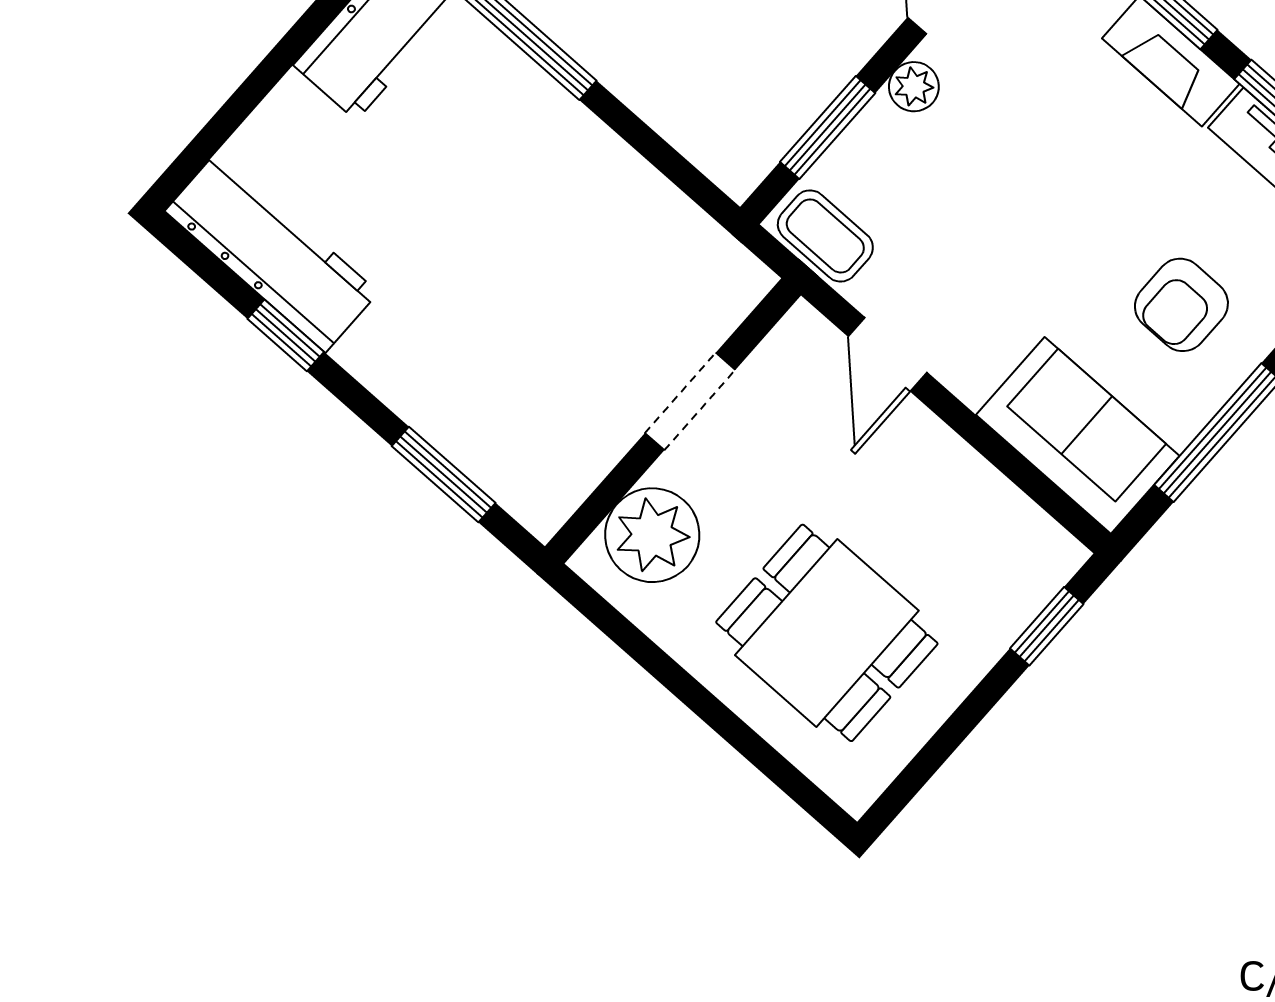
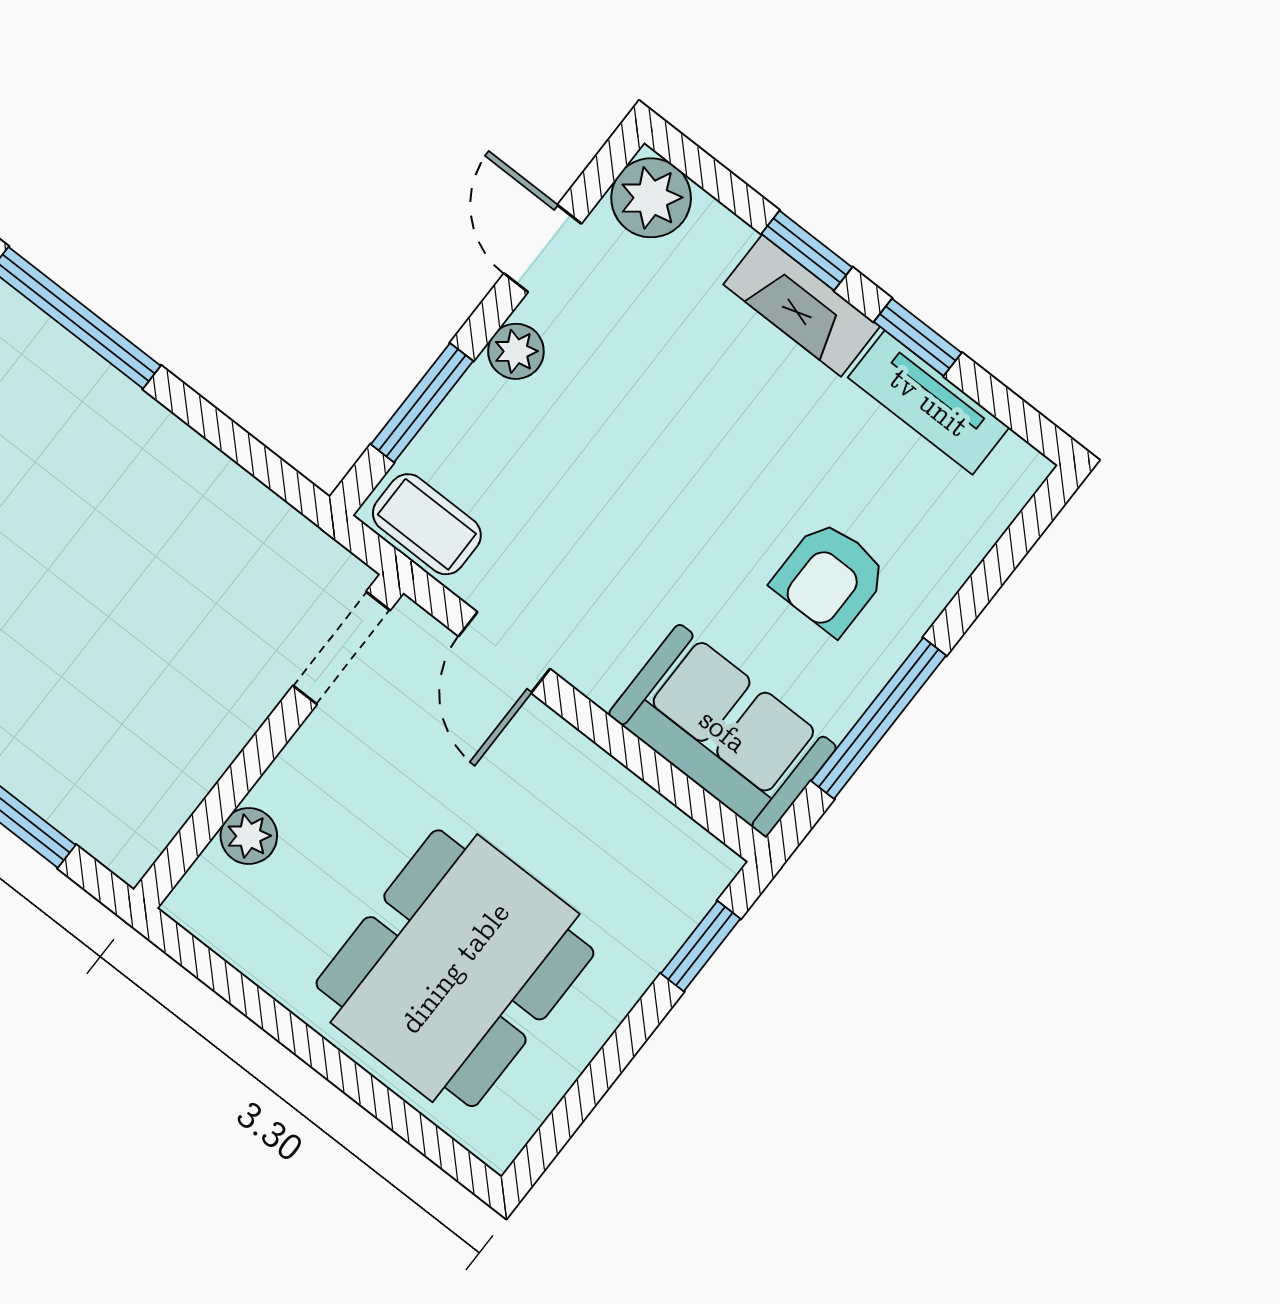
doorway: (690, 401) -> (342, 648), moved
plant: (652, 535) -> (249, 836), width x0.53, depth x0.53
dining table: (827, 633) -> (455, 968), width x1.37

